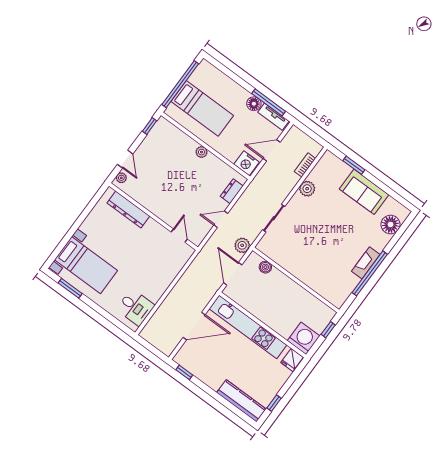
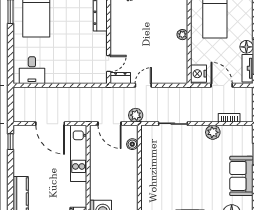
dresser: (232, 191) -> (120, 78), moved
door: (221, 219) -> (143, 85), hinge flipped
door: (233, 274) -> (110, 124), swing flipped
kitchen unit: (248, 327) -> (79, 153), width x0.73

